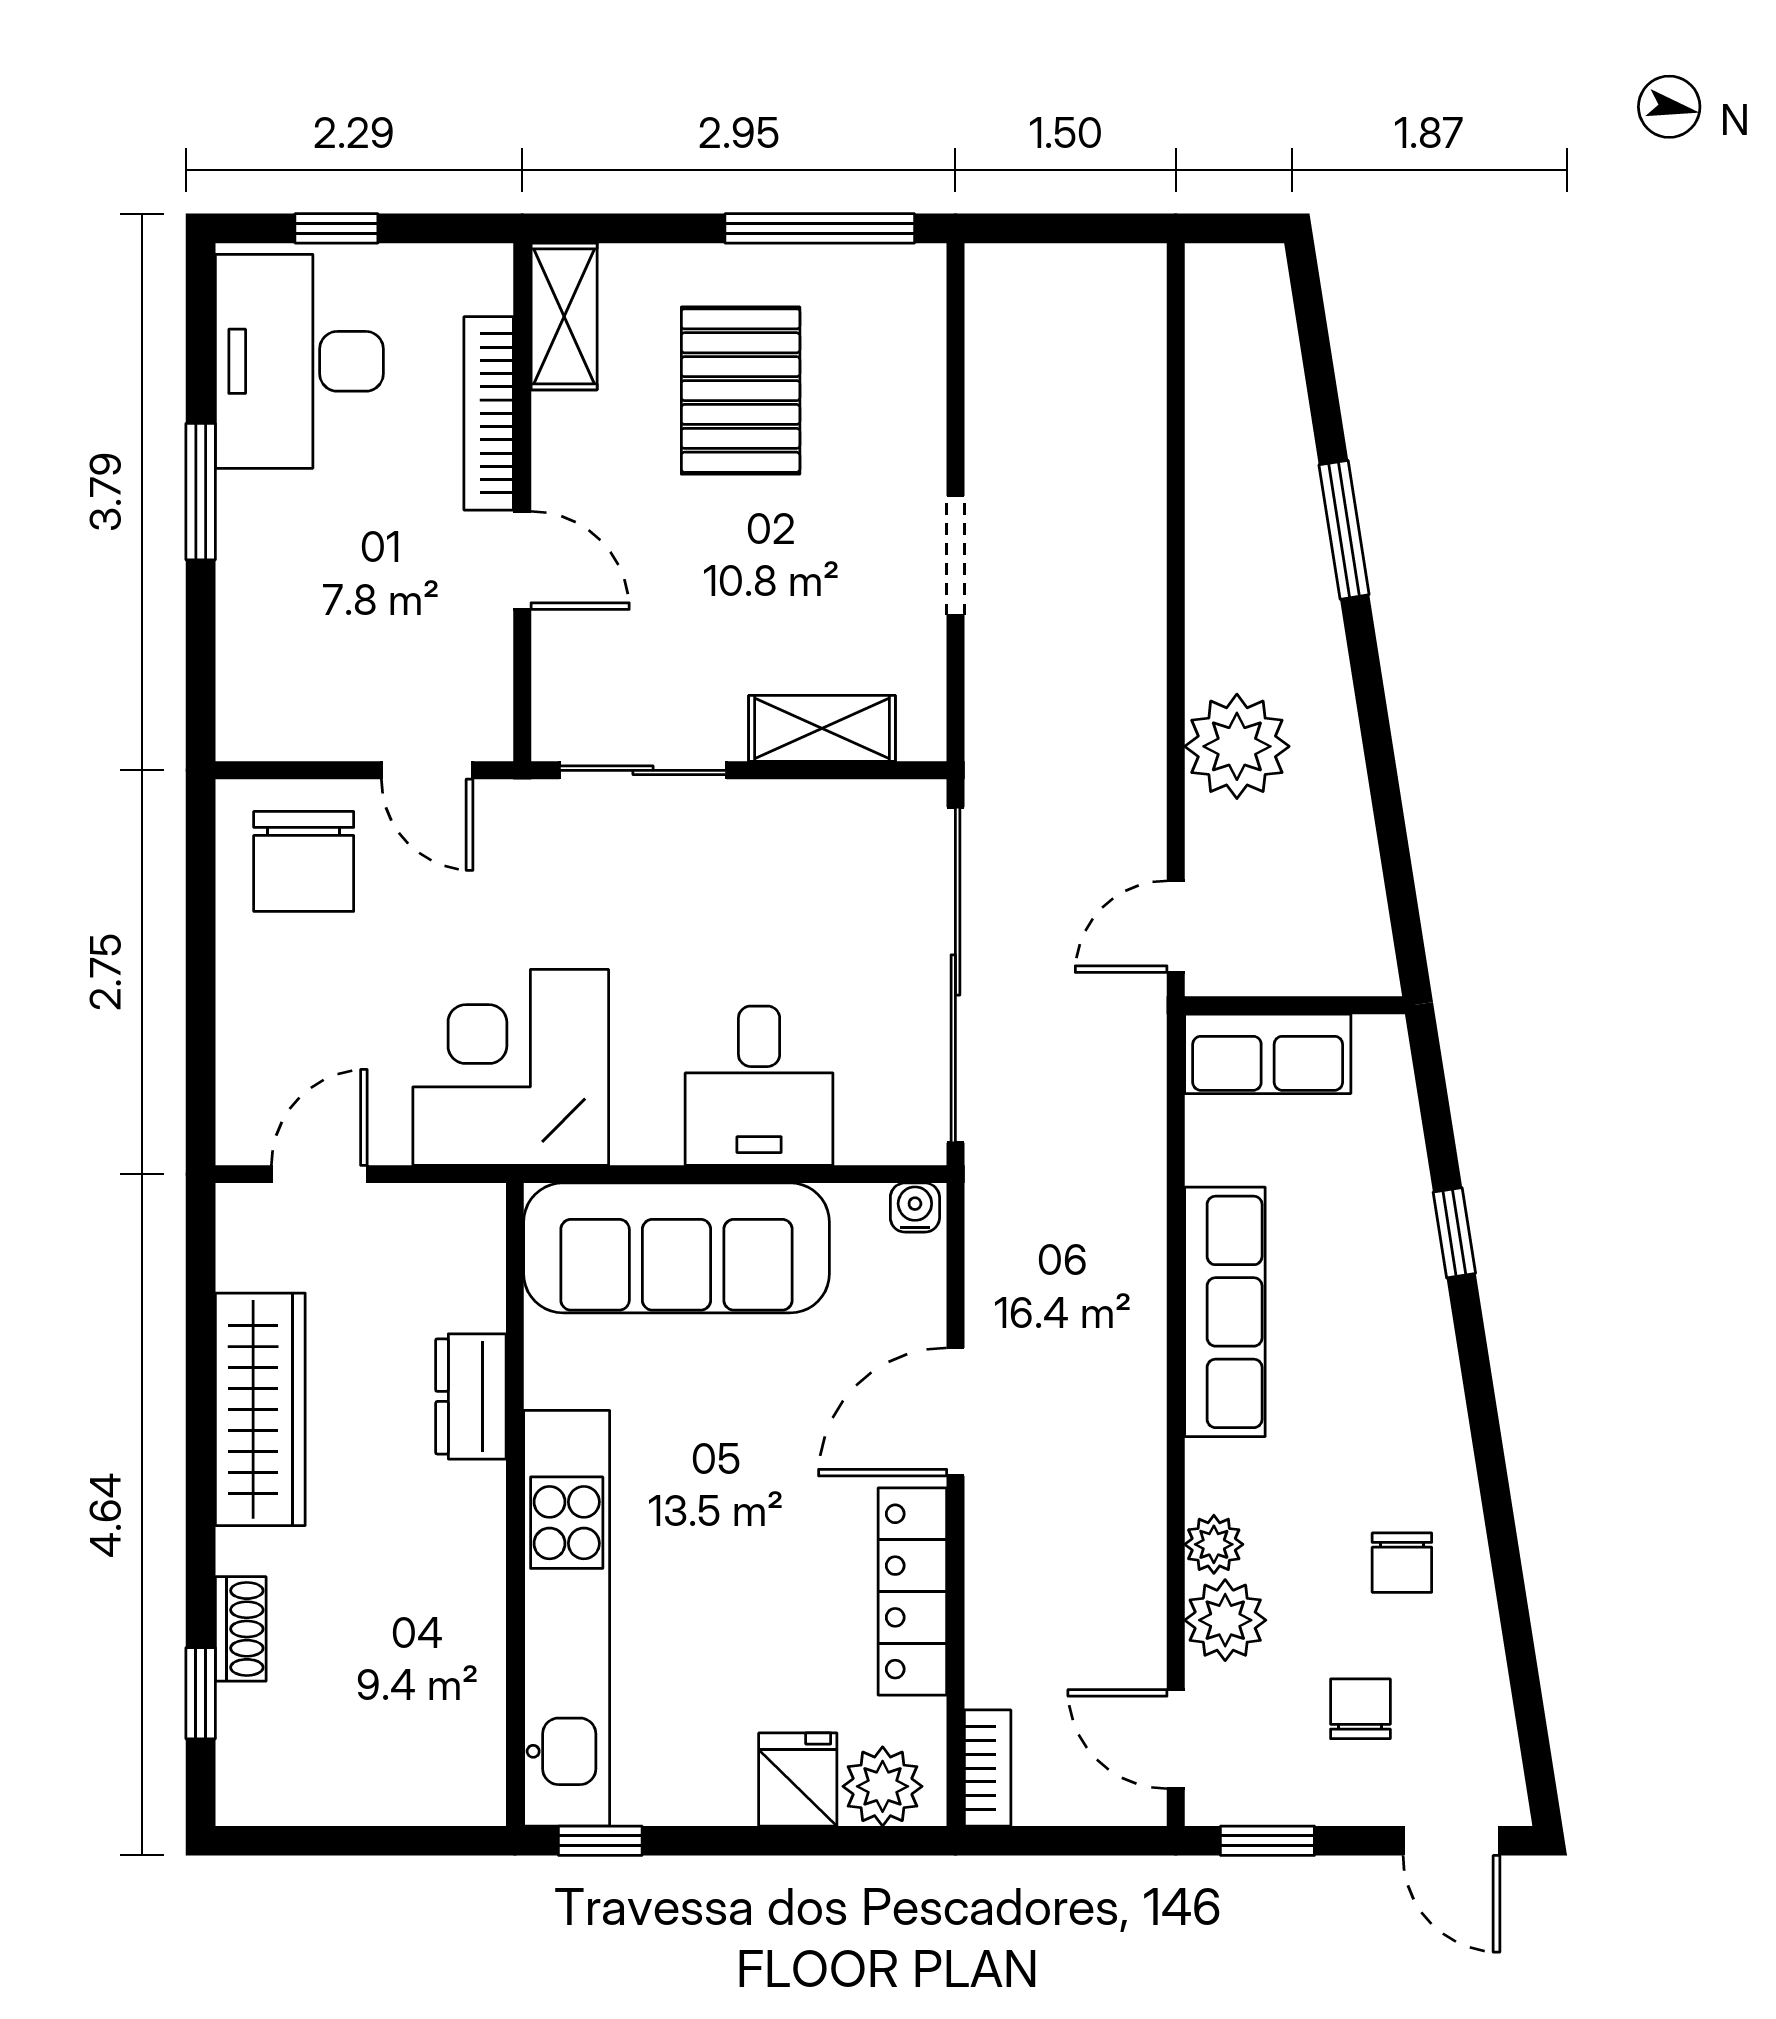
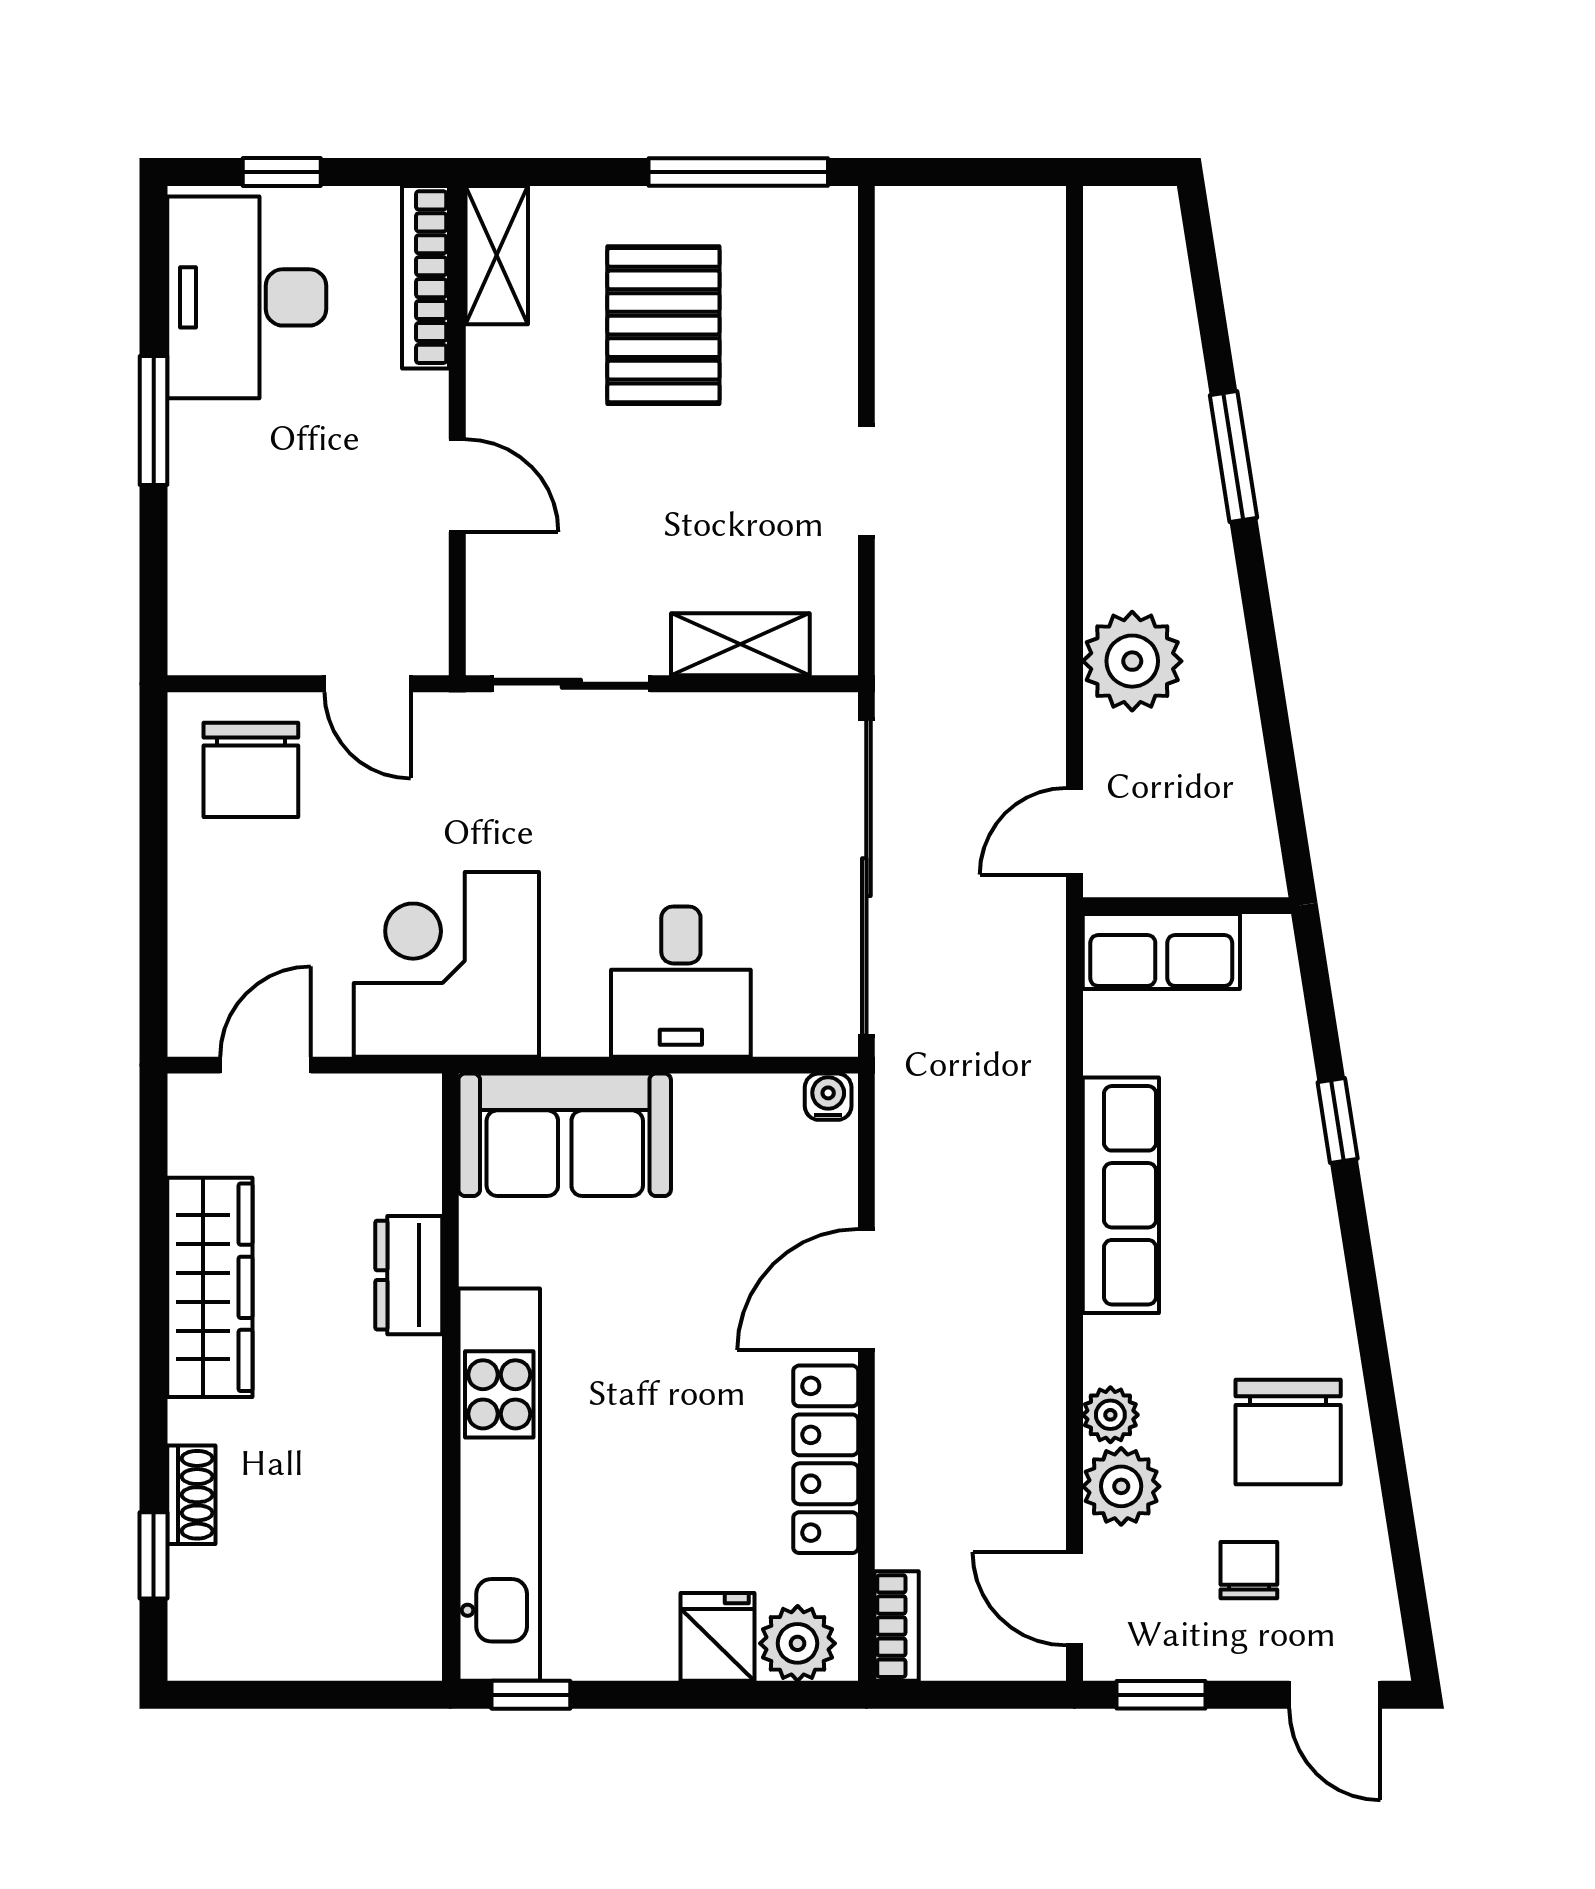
bookcase: (489, 413) -> (426, 277), moved
sofa: (677, 1248) -> (565, 1135), width x0.73
chair: (1402, 1563) -> (1288, 1432), width x1.87, depth x1.87

